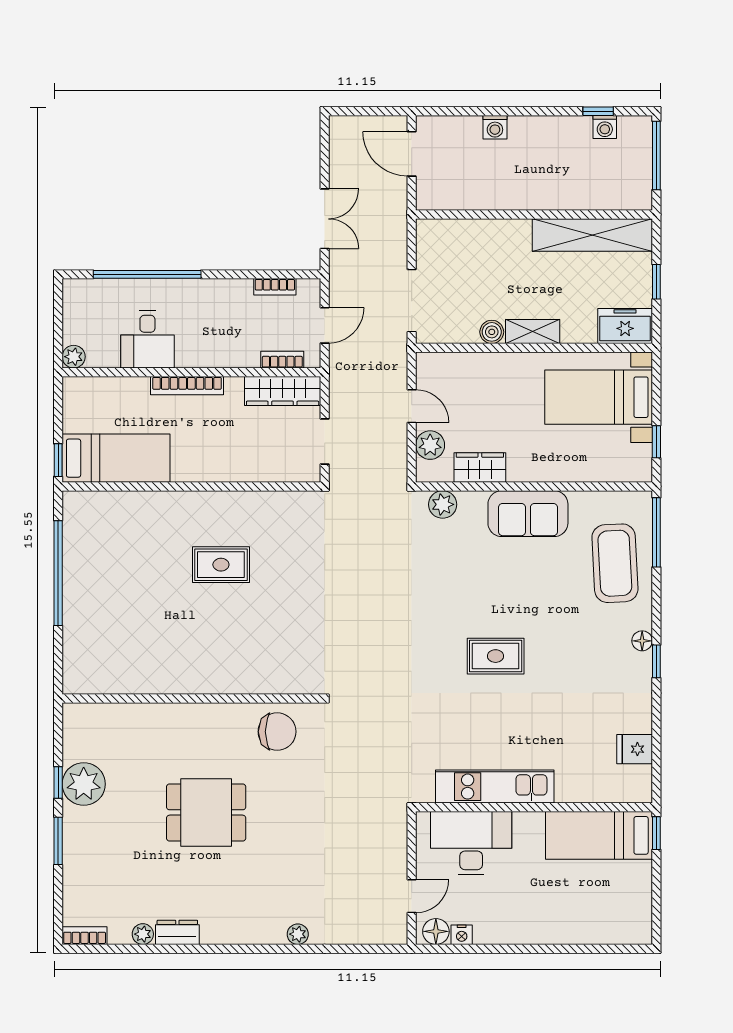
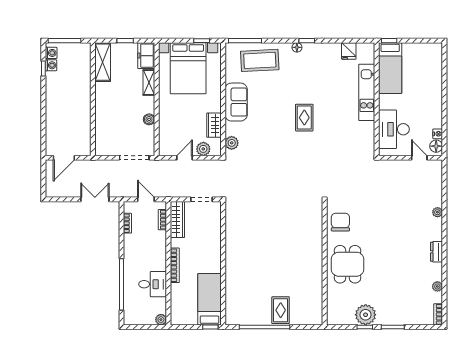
washing machine: (495, 127) -> (51, 53), moved
shelving: (592, 235) -> (103, 62), width x0.68
shelving: (533, 332) -> (149, 83), moved
bed with nightstands: (599, 397) -> (188, 68), width x1.36
rug: (221, 565) -> (281, 310), moved
kitchen unit: (495, 787) -> (367, 92), moved
dining table: (206, 812) -> (348, 264), moved
dresser: (177, 932) -> (437, 252), moved

